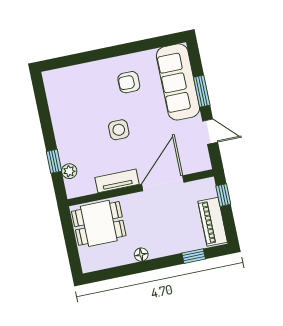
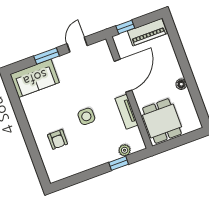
armchair: (129, 82) -> (58, 139), moved
sofa: (178, 82) -> (35, 78), width x0.73
door: (163, 183) -> (123, 76), swing flipped
window: (194, 256) -> (176, 43), removed

